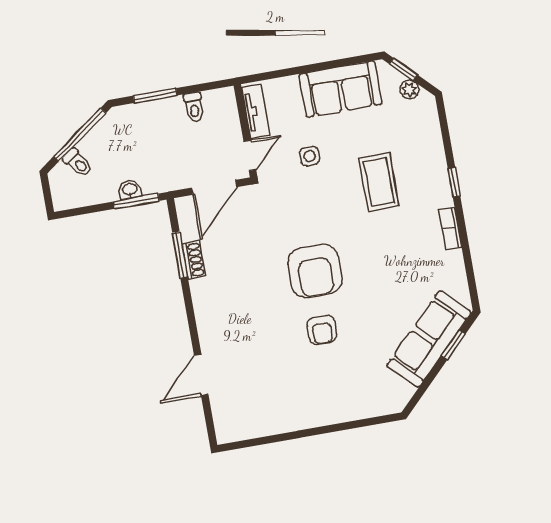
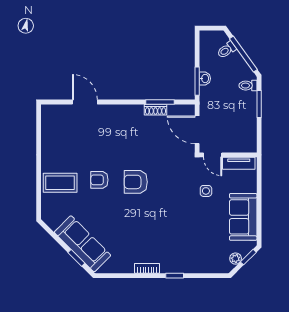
toilet: (194, 107) -> (248, 86), moved
coffee table: (379, 182) -> (60, 183), moved
armchair: (315, 271) -> (136, 182), width x0.73, depth x0.73

